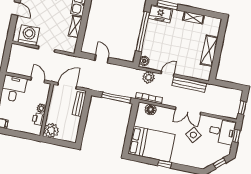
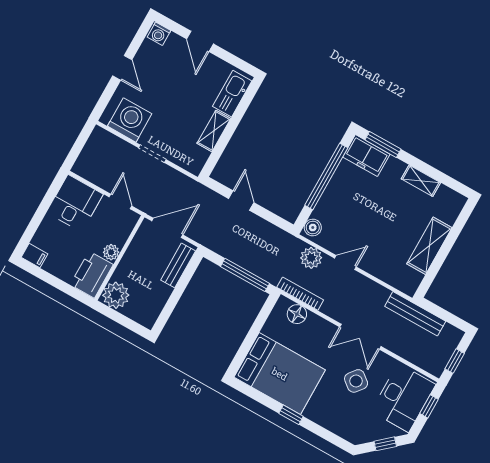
bench: (189, 84) -> (415, 314), moved
printer: (38, 119) -> (92, 275), width x1.87, depth x1.48
desk: (222, 132) -> (403, 398), width x1.37

